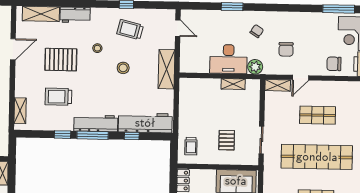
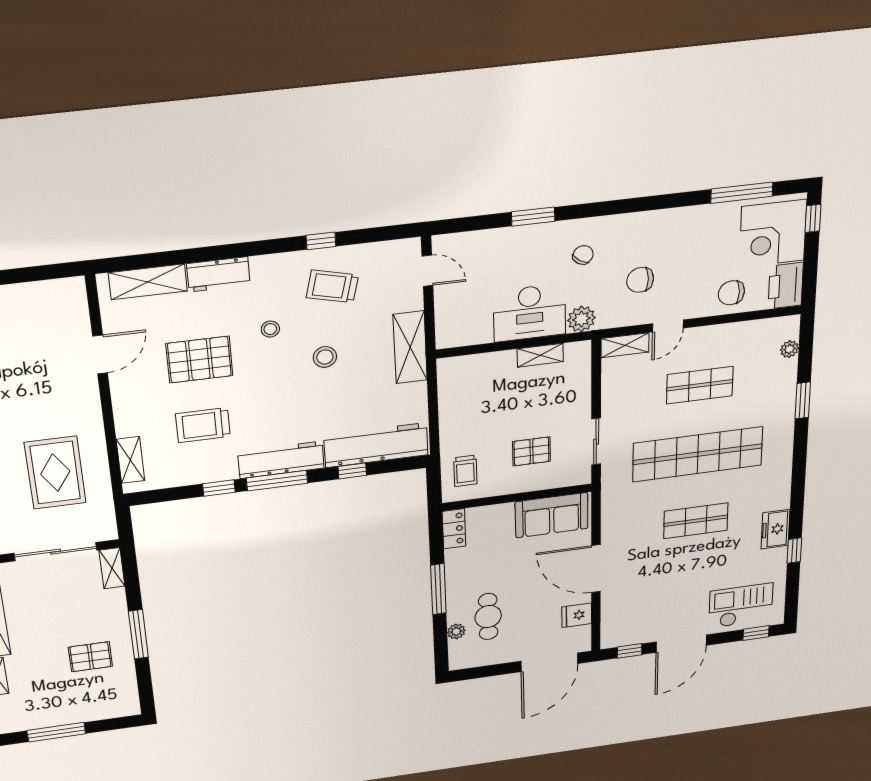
chair: (286, 49) -> (640, 280), turned 90
pallet: (227, 140) -> (532, 451), turned 90

